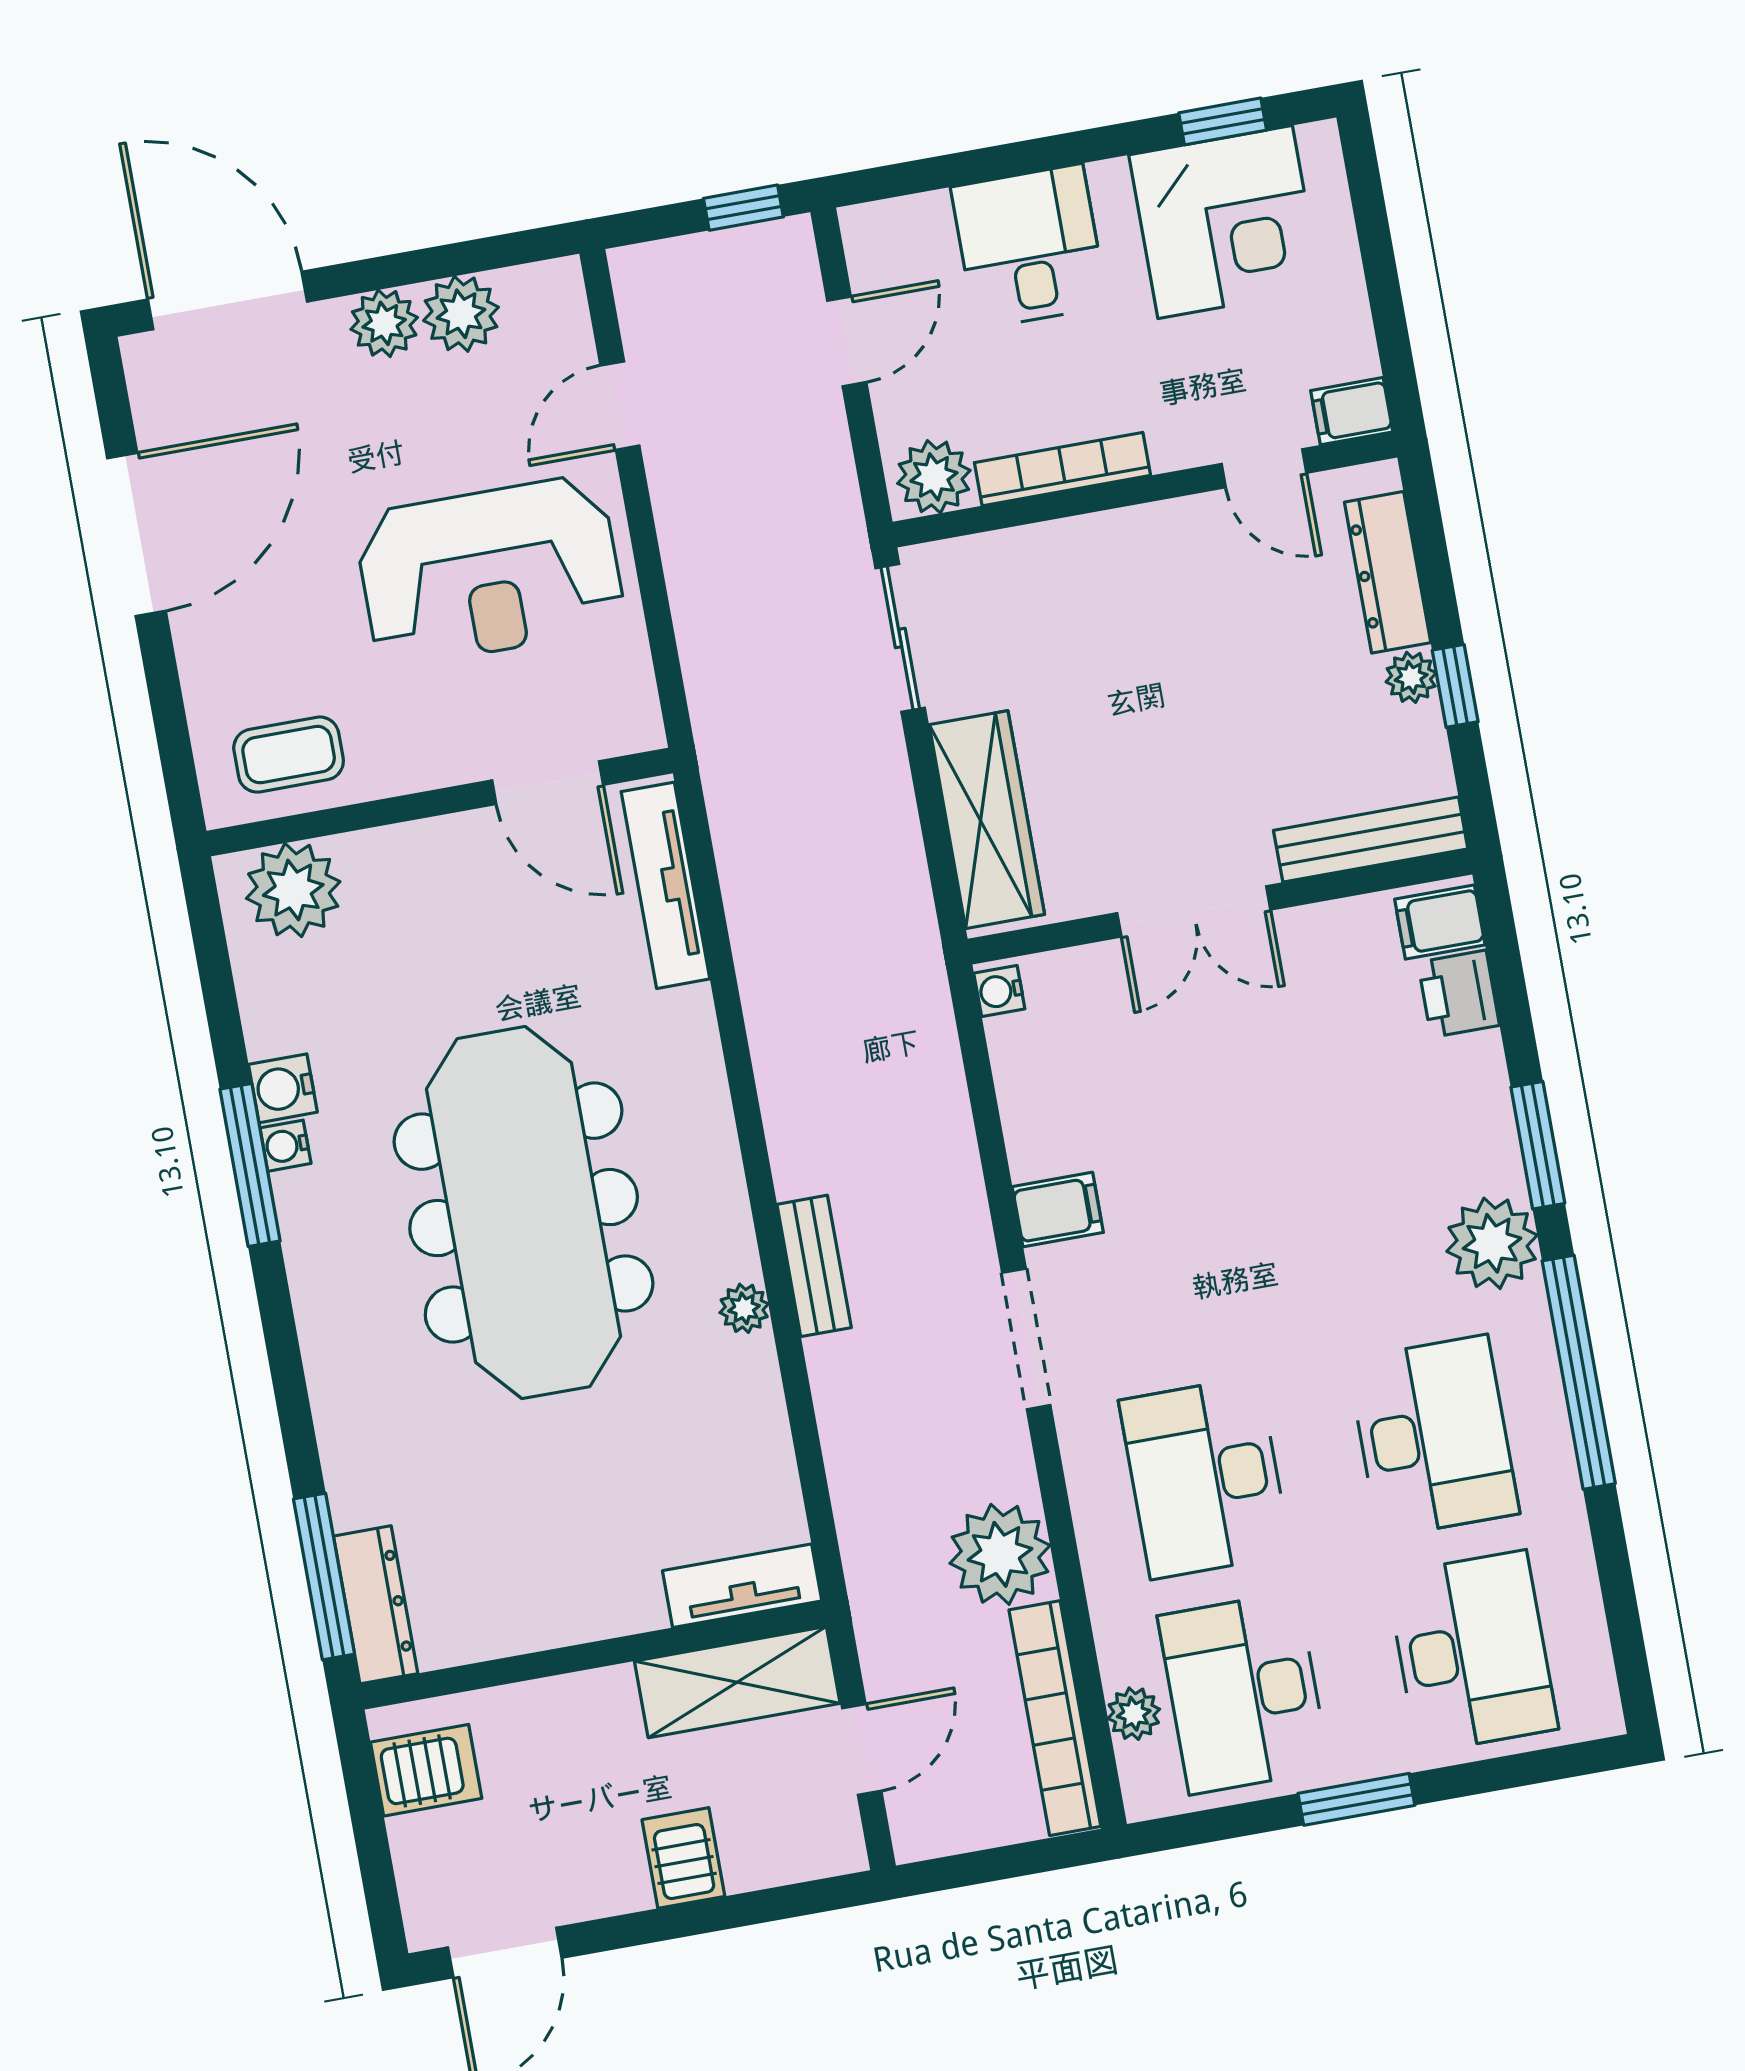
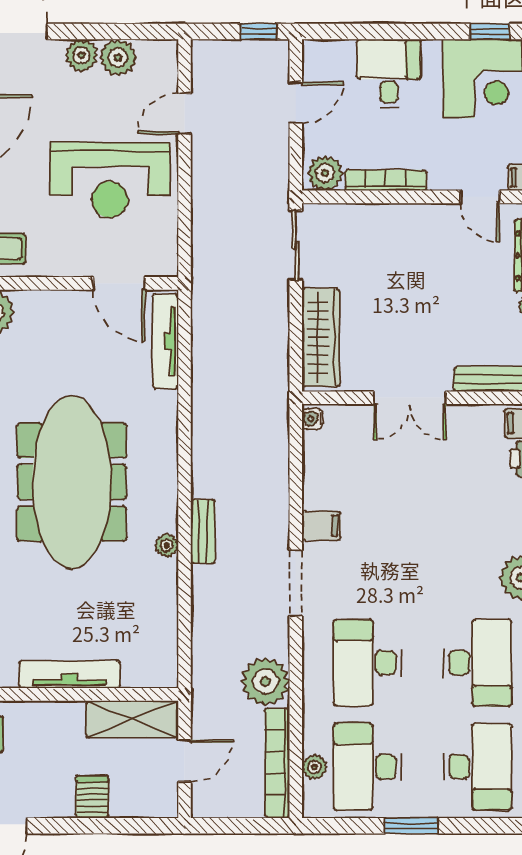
tv unit: (742, 1586) -> (69, 675), moved, width x1.41

